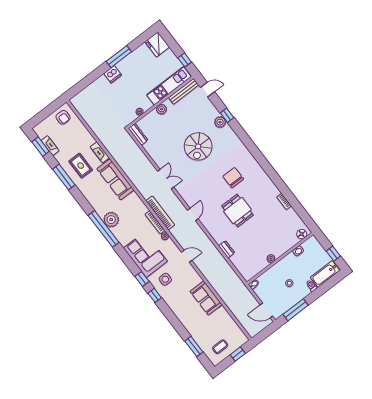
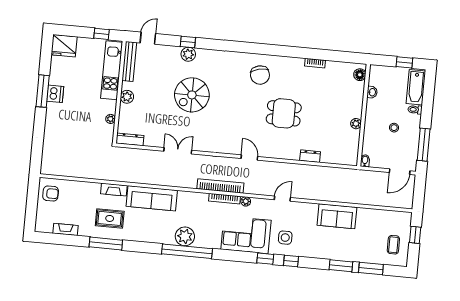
dishwasher: (113, 74) -> (55, 94), moved
spiral stairs: (198, 146) -> (192, 95), turned 90
window: (40, 147) -> (341, 266), moved
chair: (233, 178) -> (260, 75), moved, turned -103
double door: (166, 179) -> (178, 151), moved

